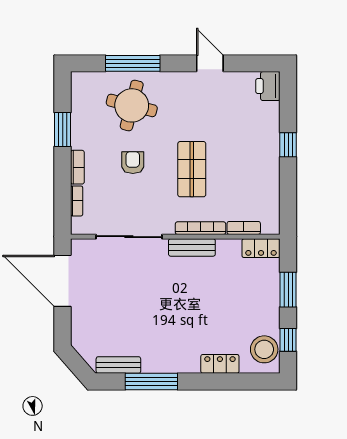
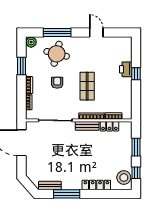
plant: (81, 82) -> (31, 42), added
printer: (268, 86) -> (126, 69), moved
locker: (261, 248) -> (109, 126), moved
locker: (220, 364) -> (96, 185), width x1.53

